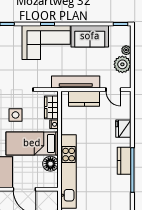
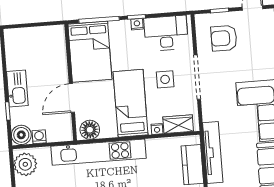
floor lamp: (50, 164) -> (90, 130), moved

